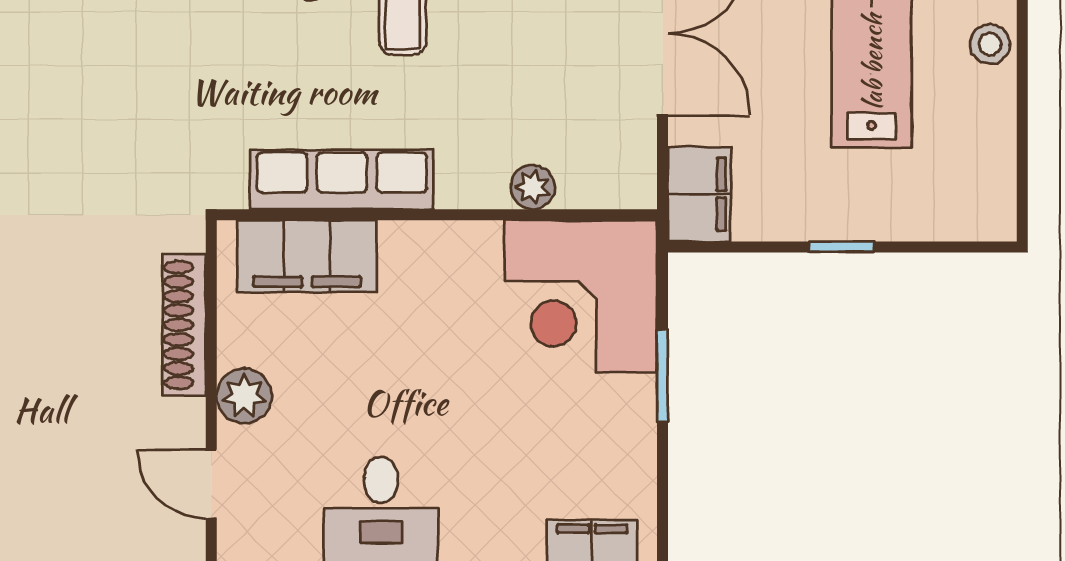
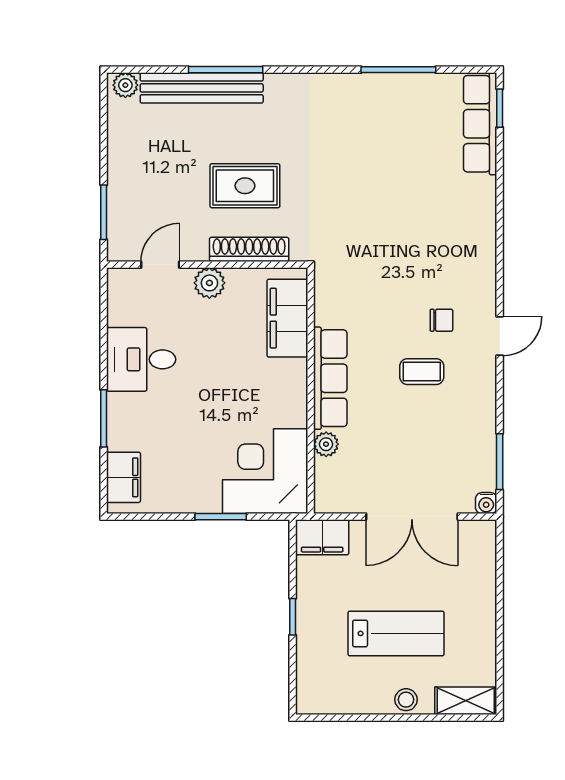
row of seats: (342, 180) -> (330, 378), moved
rug: (70, 332) -> (245, 186), added

